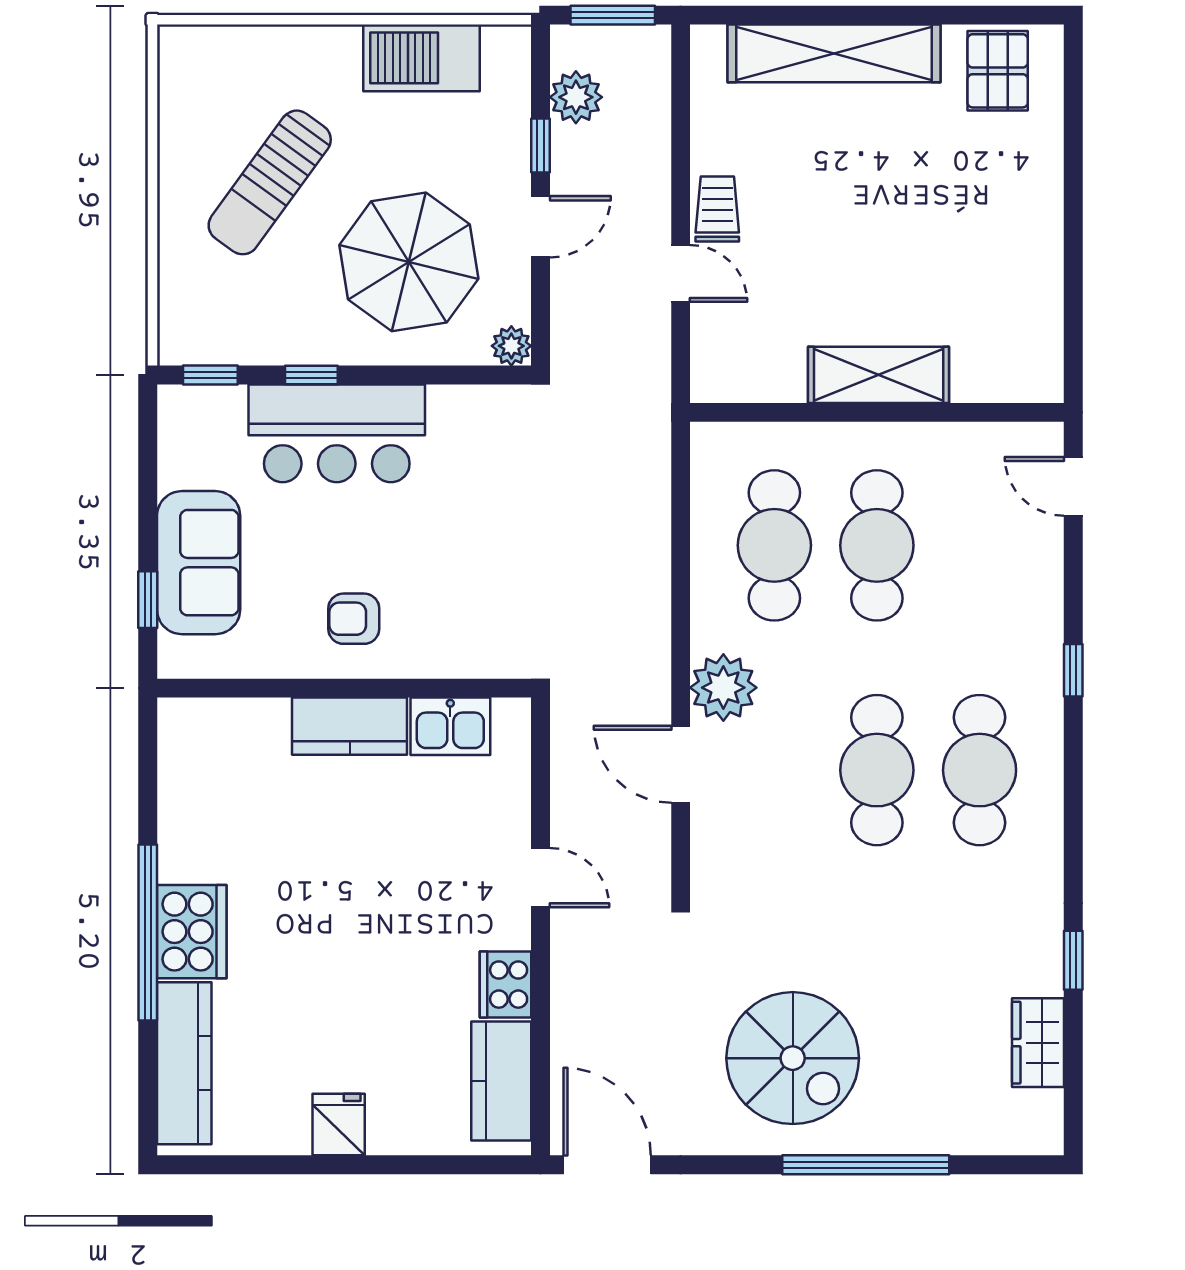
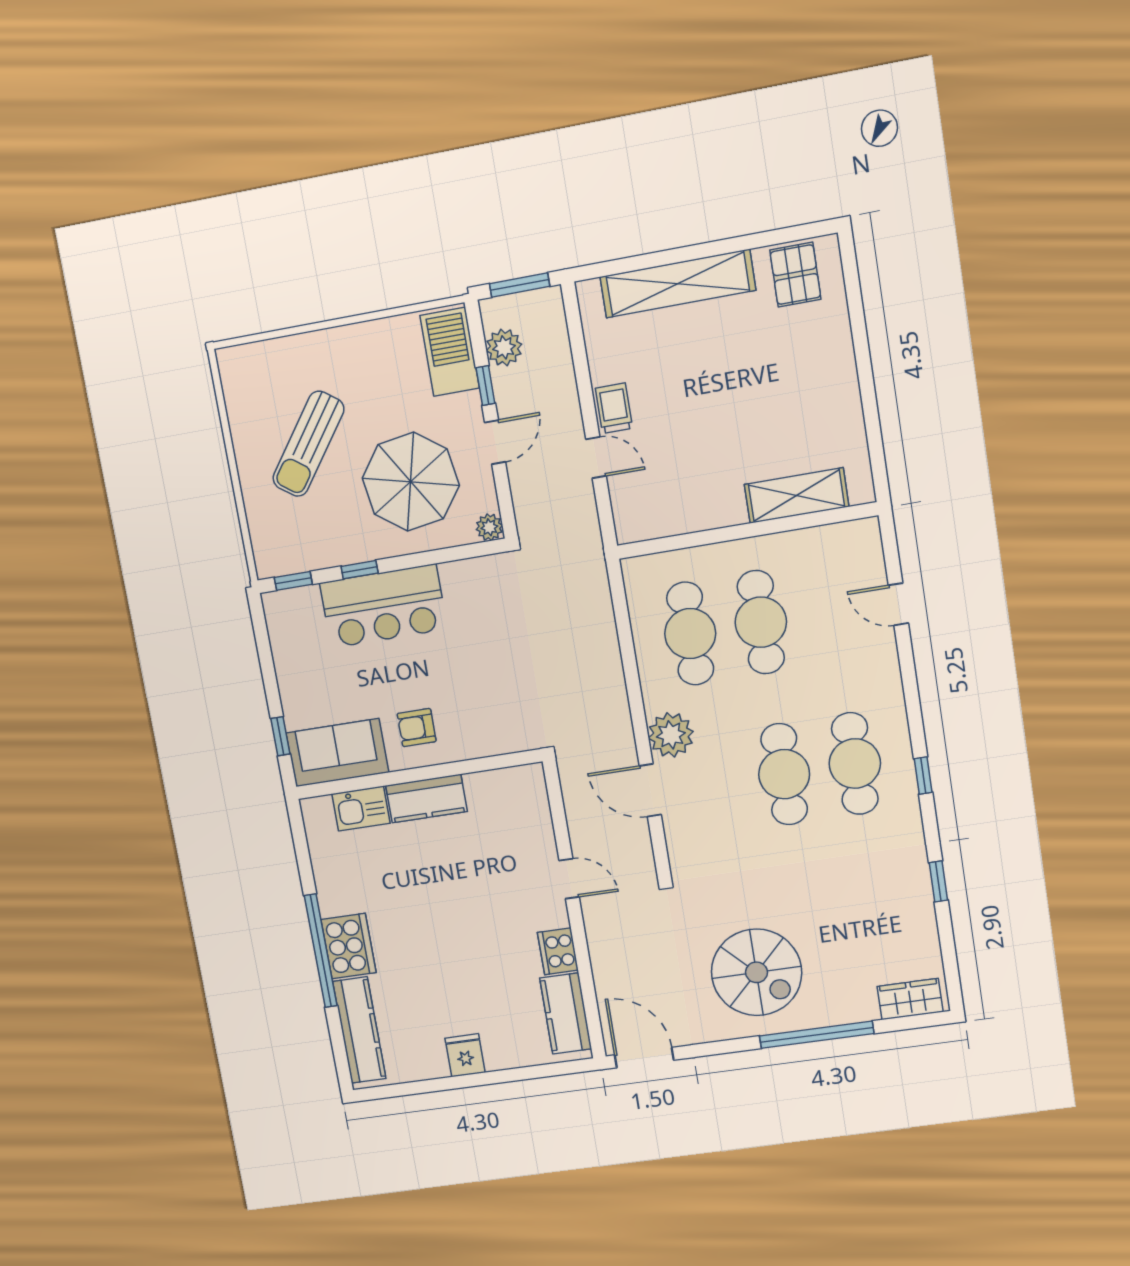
barbecue: (421, 58) -> (450, 352), moved, turned 90
shelving: (879, 375) -> (797, 496), moved
door: (1073, 486) -> (898, 604), moved
sofa: (199, 563) -> (337, 753), moved, turned -90
window: (1073, 670) -> (923, 776), moved
kitchen sink: (450, 726) -> (361, 809), moved
wardrobe: (1038, 1043) -> (910, 999), moved, turned 90

